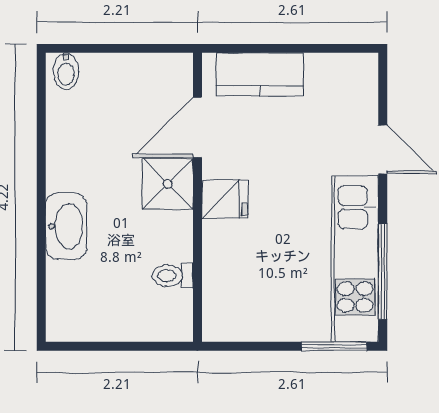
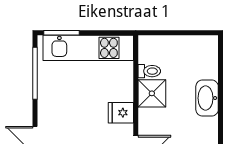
shower: (168, 184) -> (152, 93), moved
kitchen unit: (355, 259) -> (88, 48), moved, turned 90

